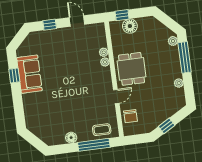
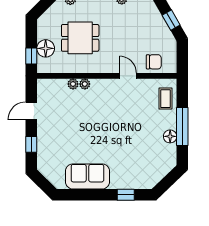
dining table: (132, 69) -> (80, 38), moved
window: (14, 76) -> (126, 195), moved
window: (94, 145) -> (182, 127), moved

